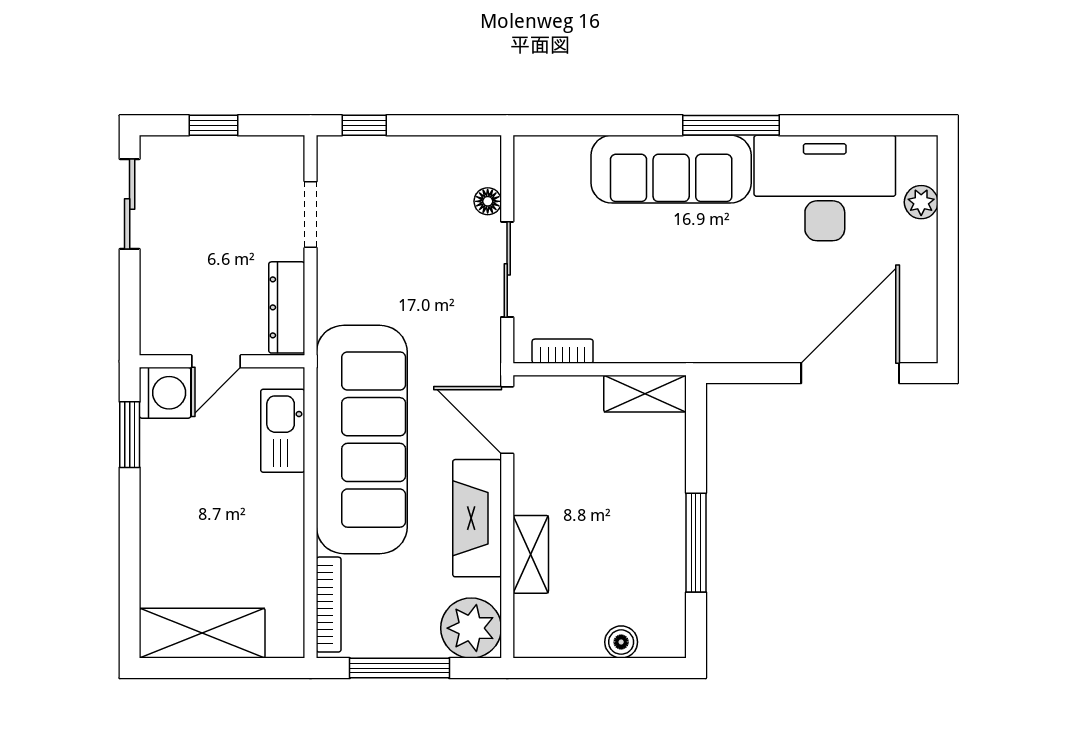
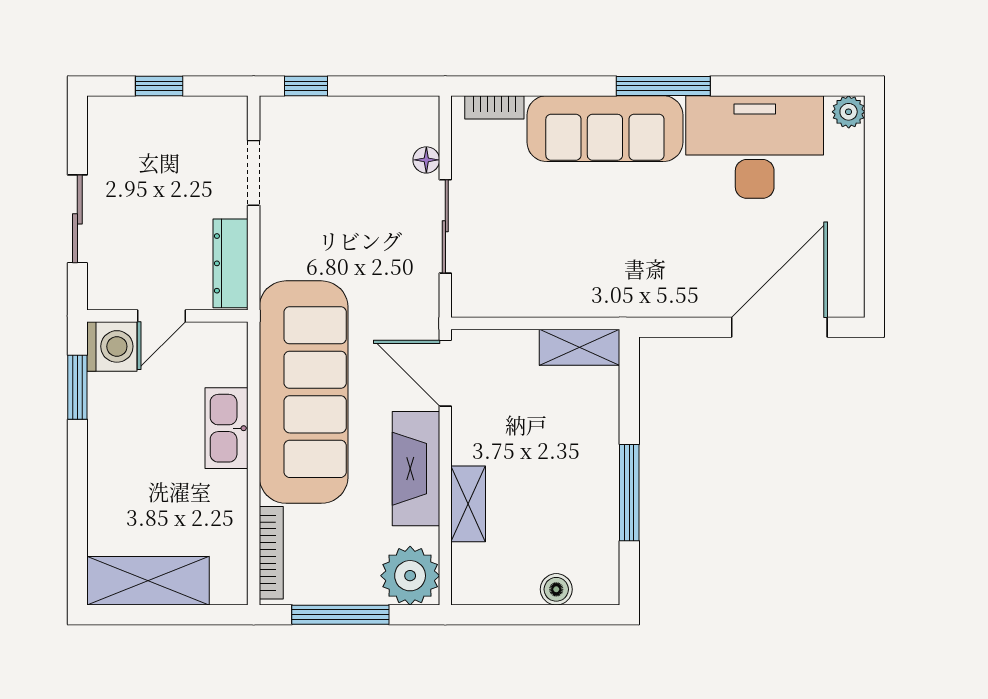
plant: (921, 202) -> (849, 112), moved
sliding door: (130, 204) -> (77, 219), moved
bookcase: (563, 351) -> (494, 107), moved, turned 180
kitchen sink: (283, 431) -> (227, 428), moved

